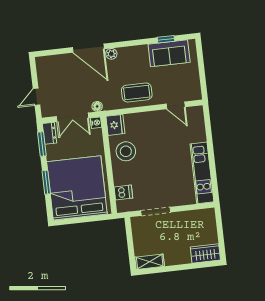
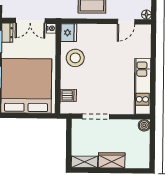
door: (176, 105) -> (126, 22), hinge flipped
floor lamp: (97, 106) -> (146, 15), moved
boiler: (209, 214) -> (144, 125), added
wardrobe: (205, 253) -> (112, 160), moved

